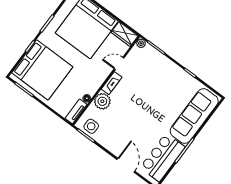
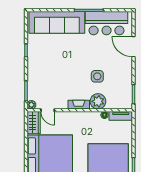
door: (119, 63) -> (48, 110), moved
side table: (91, 126) -> (97, 76), moved
door: (126, 165) -> (134, 47), hinge flipped

